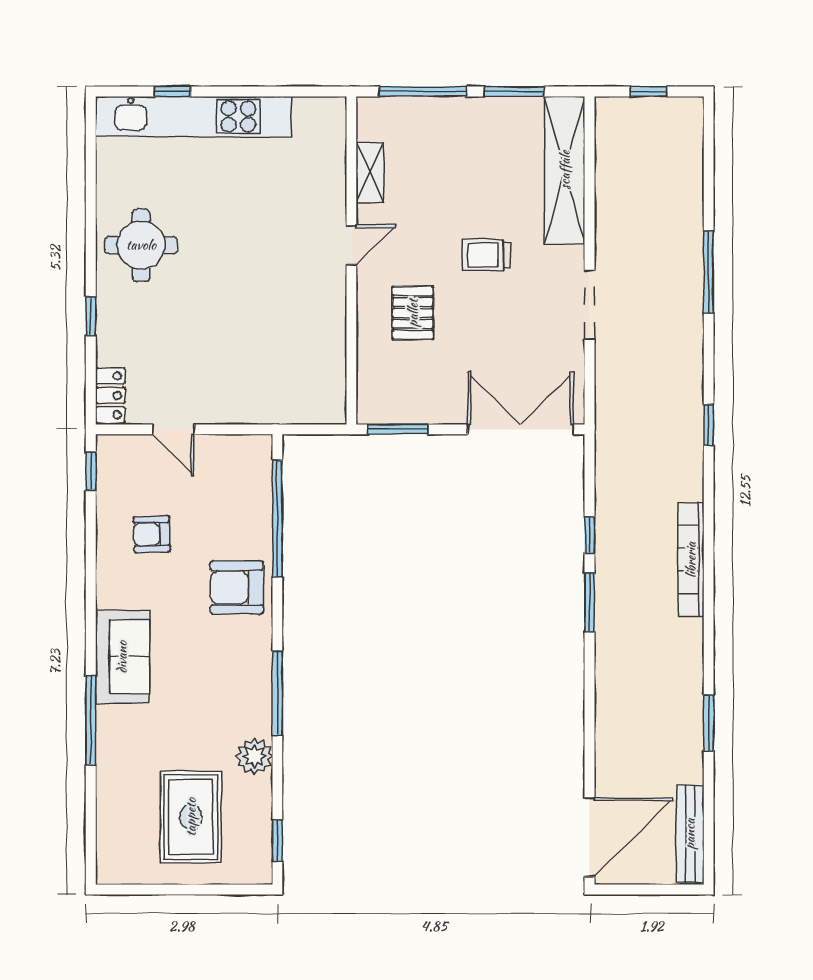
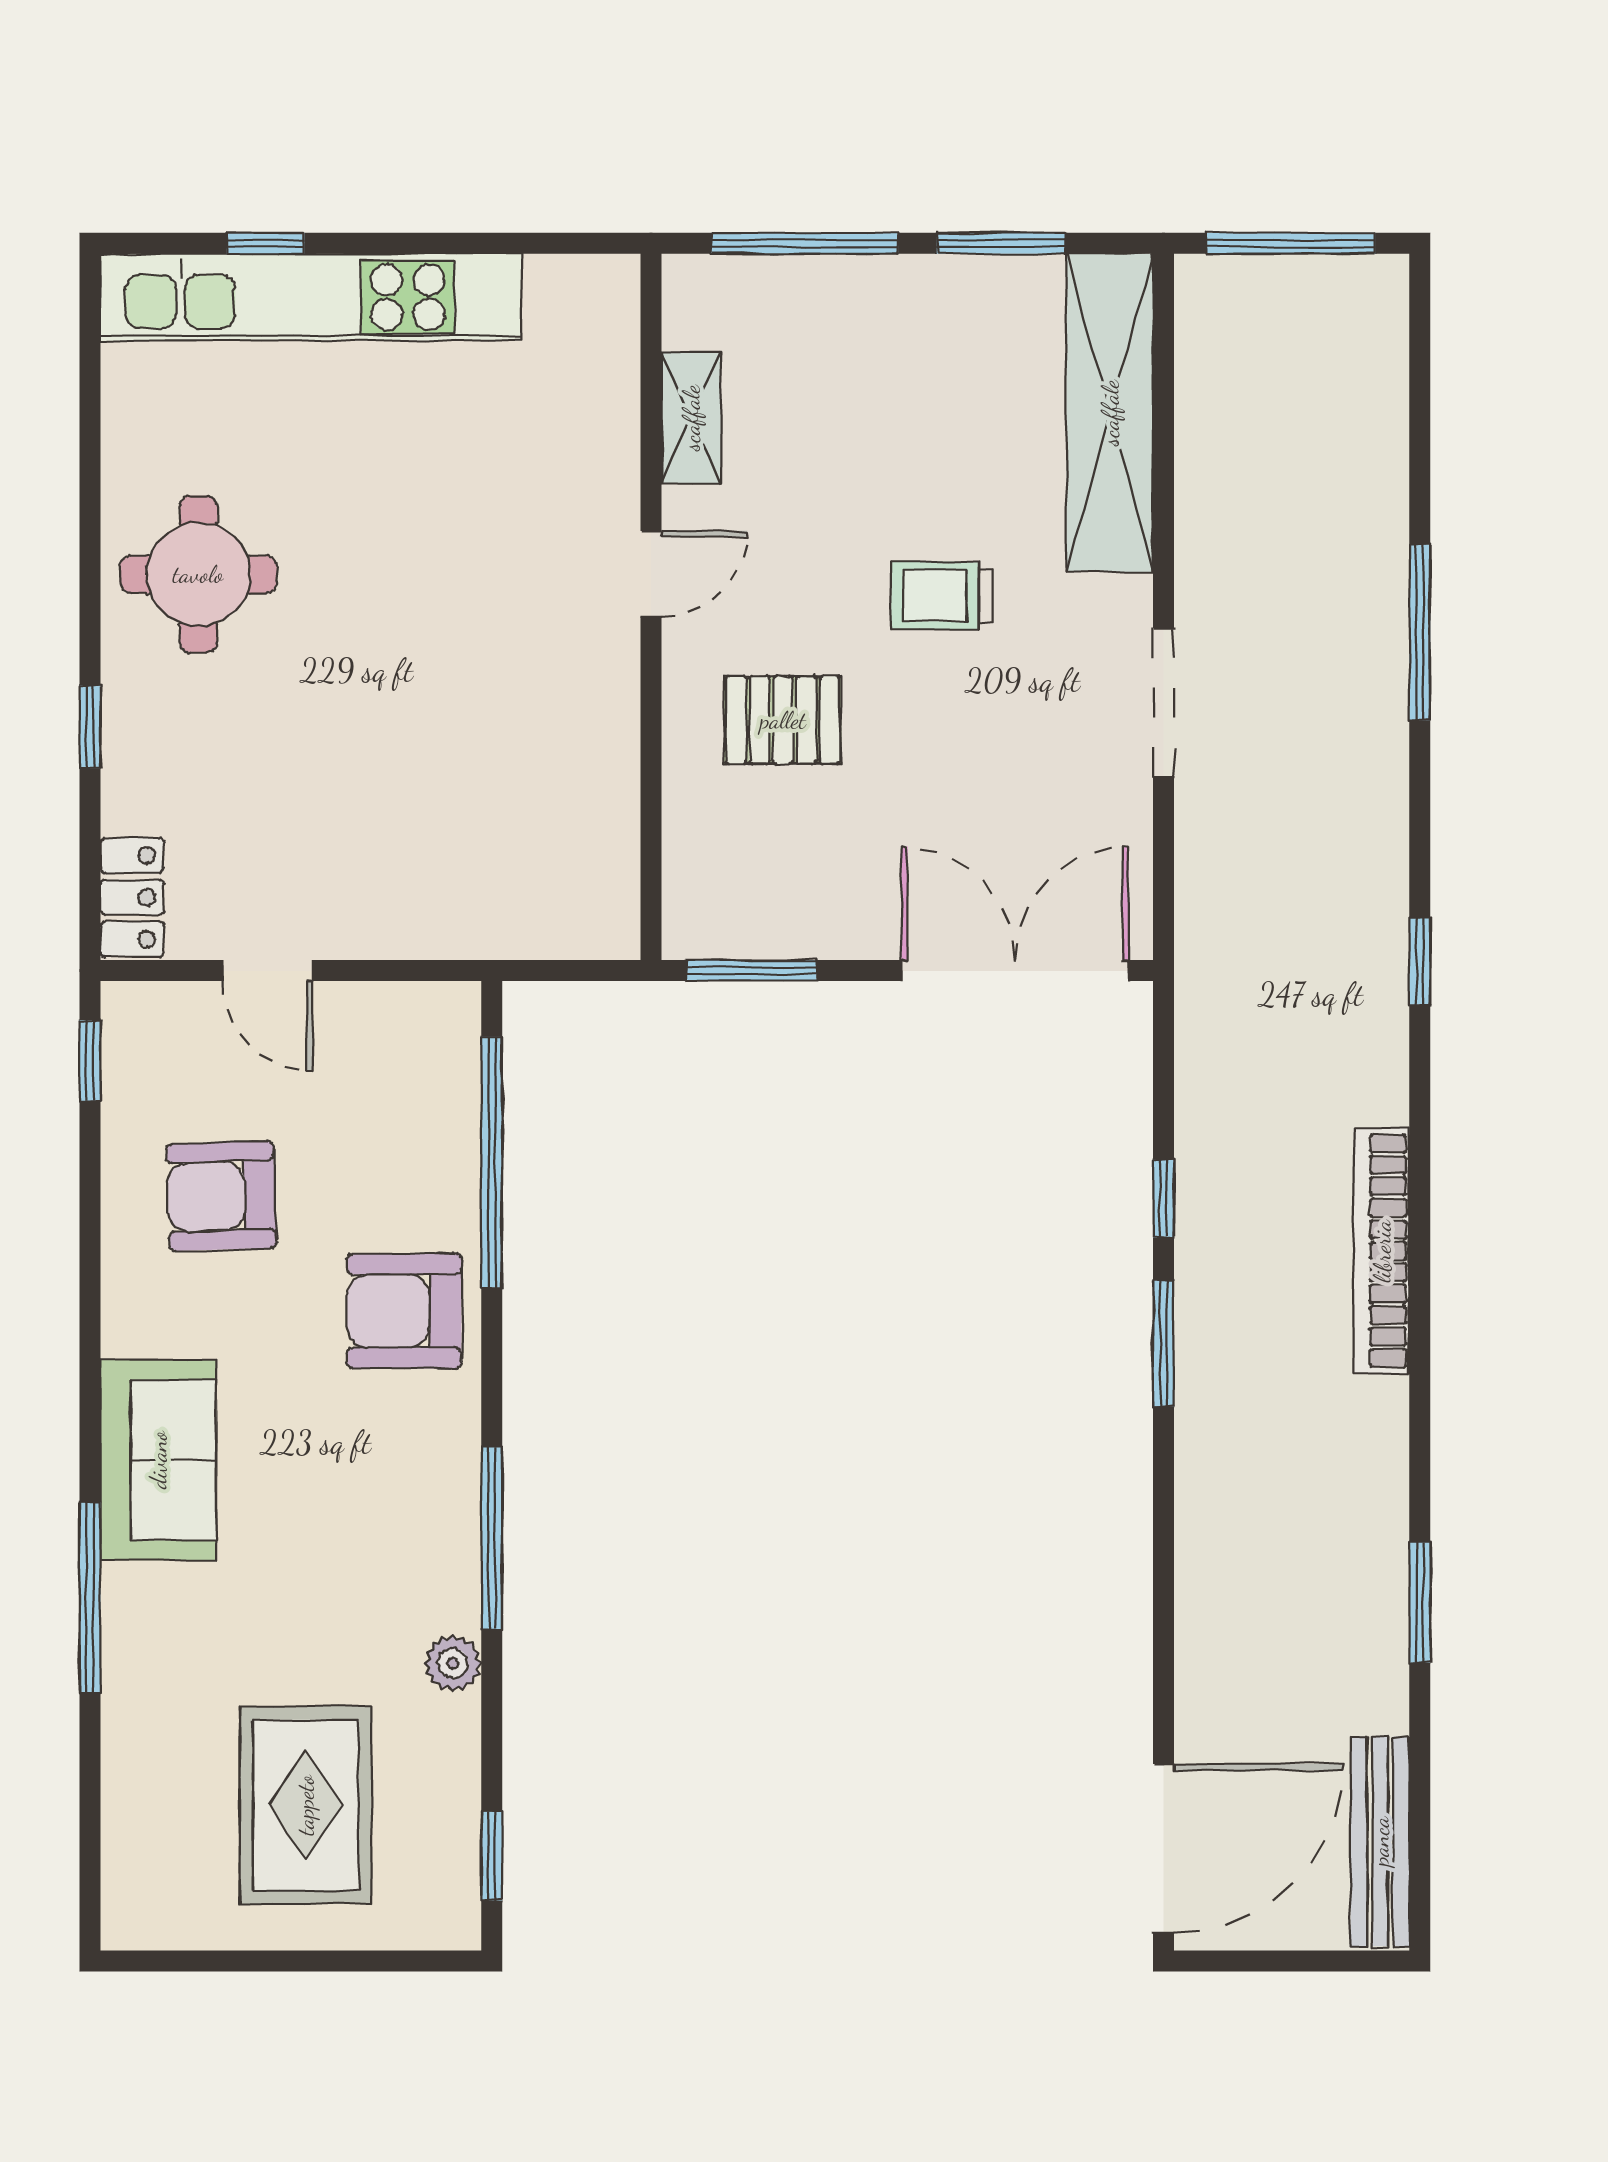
window: (649, 91) -> (1291, 243), width x2.17
pallet: (413, 313) -> (783, 720), turned 90
armchair: (152, 534) -> (221, 1196), width x1.38, depth x1.38
plant: (254, 756) -> (453, 1663), width x0.73, depth x0.73

